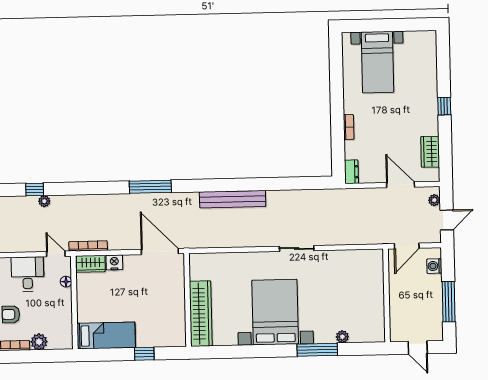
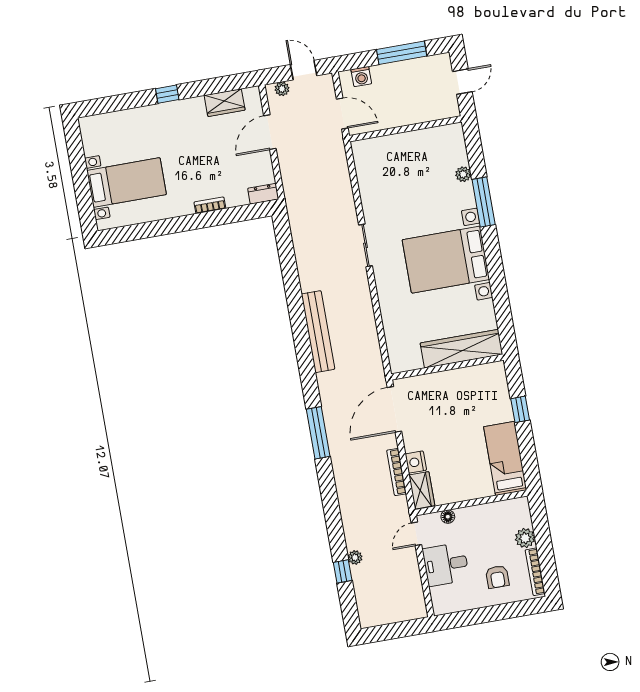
bookcase: (88, 246) -> (397, 472), moved

